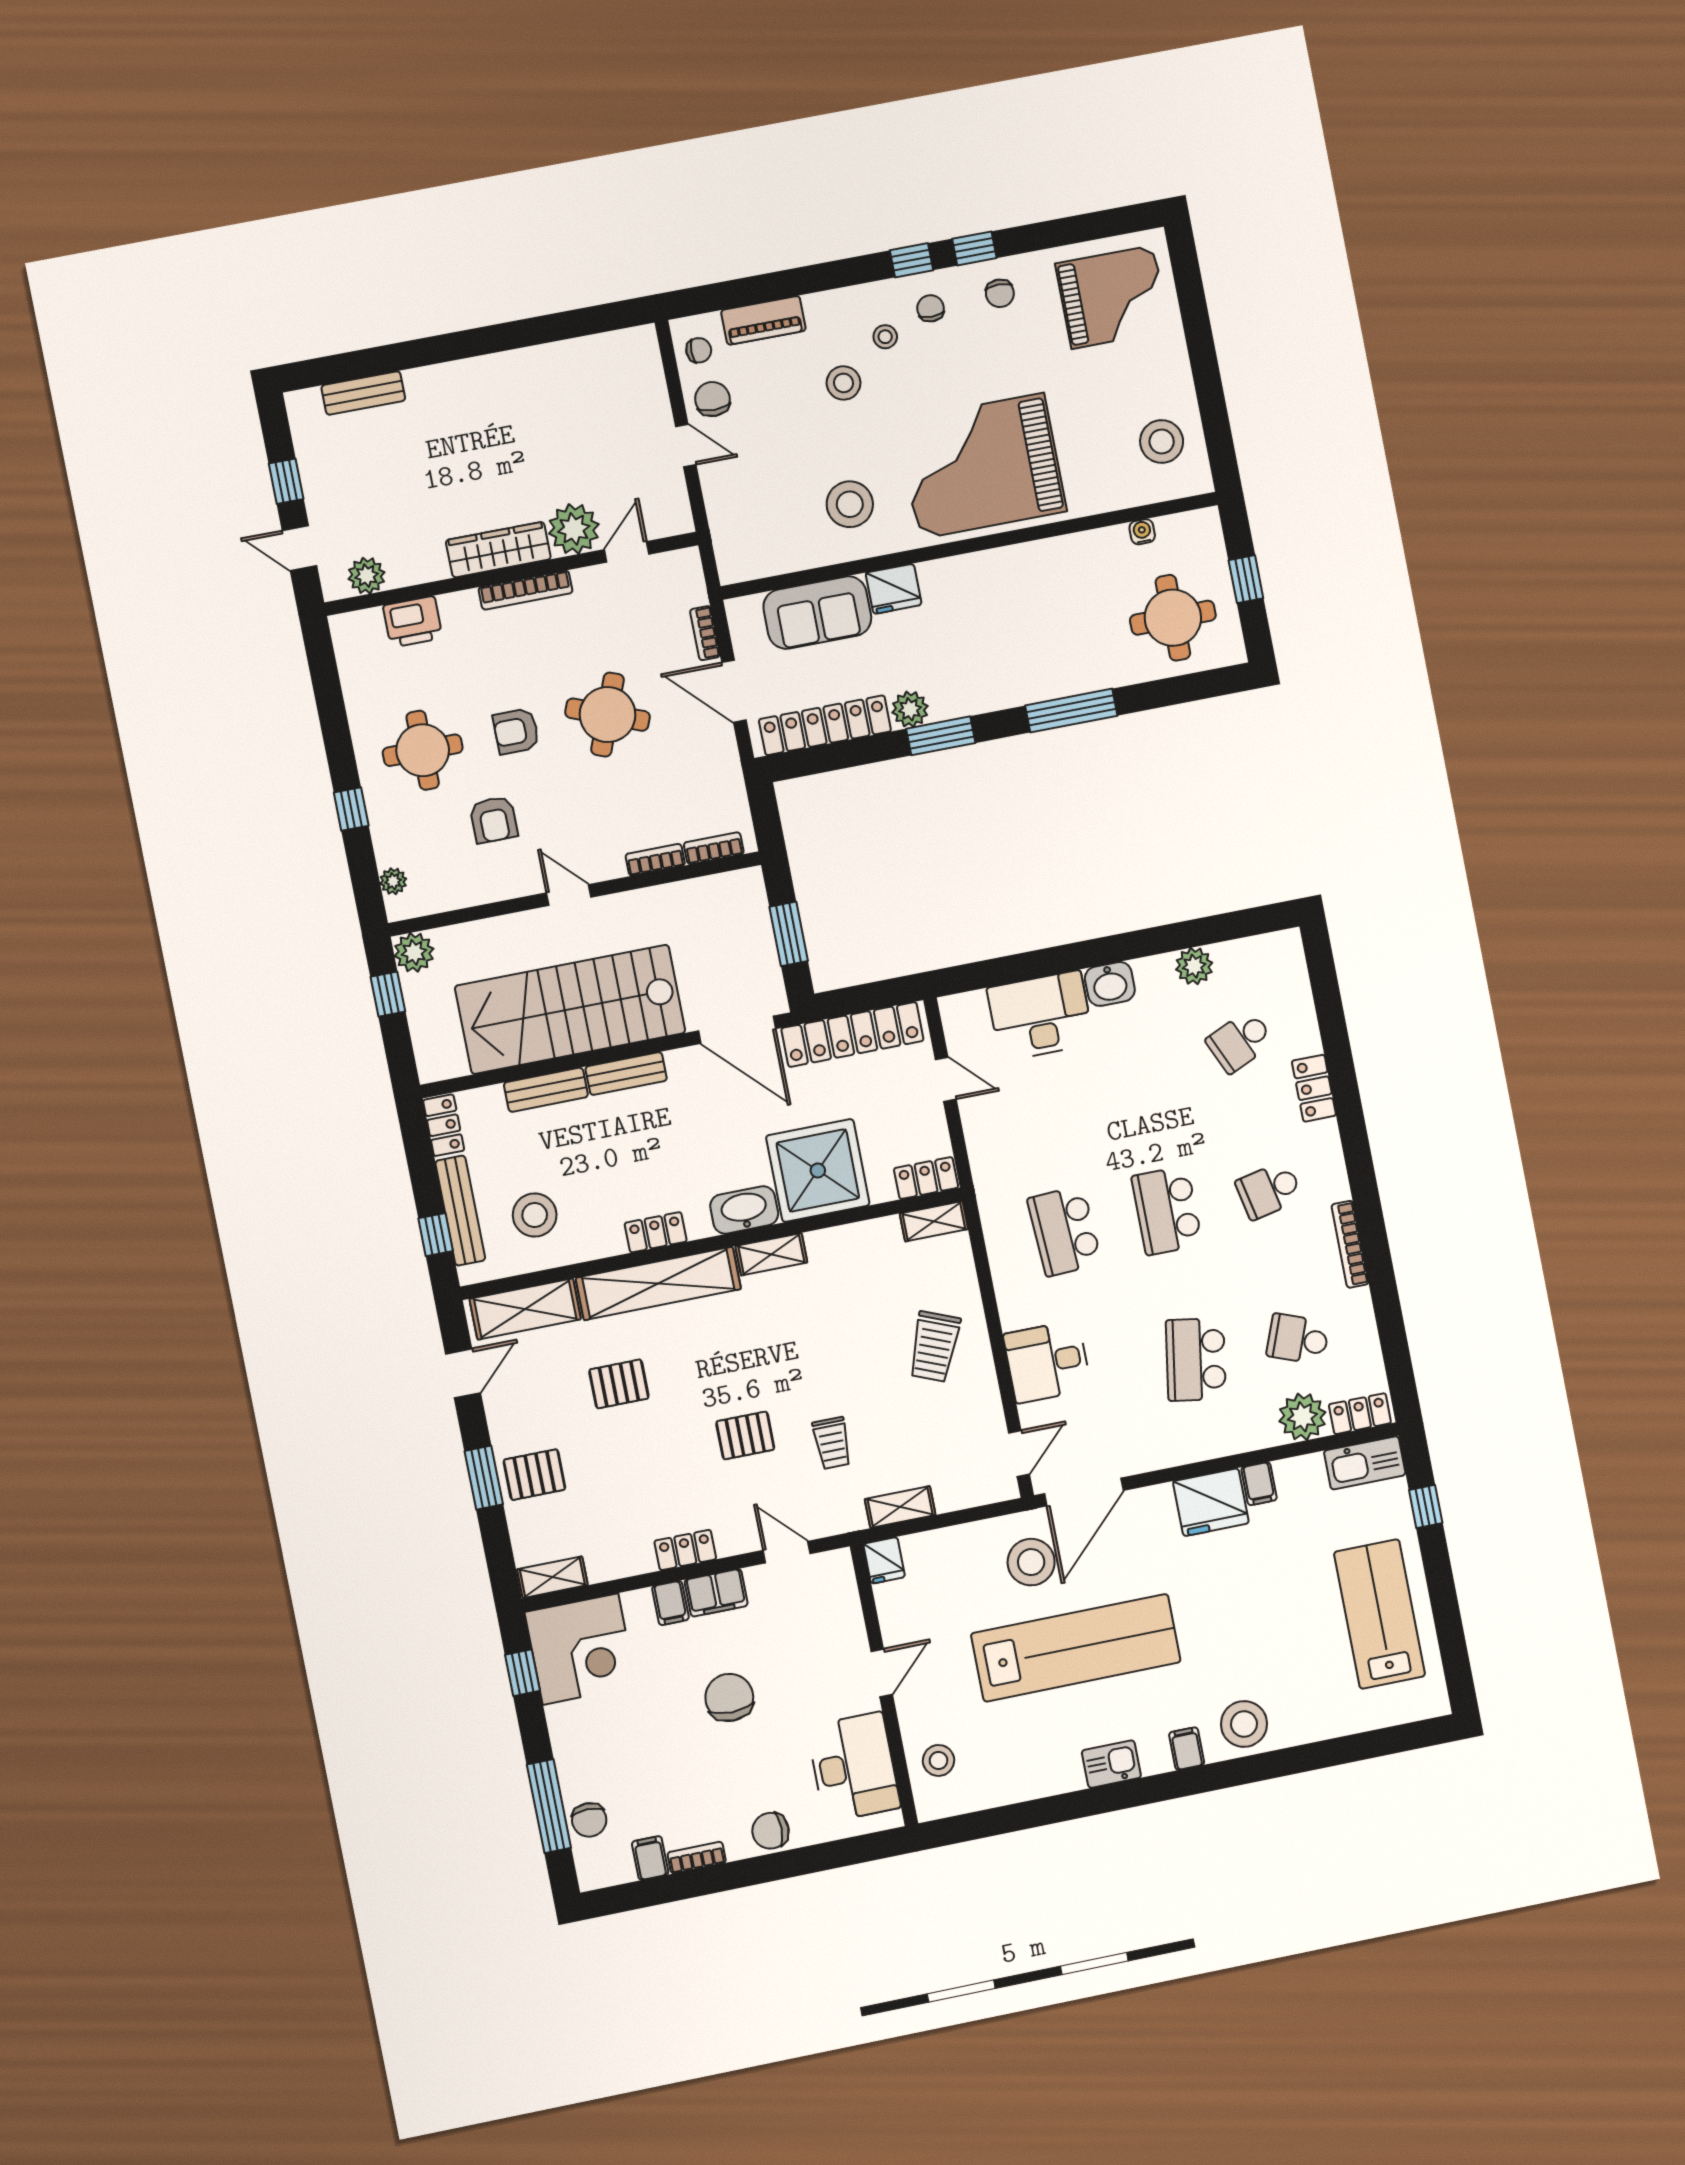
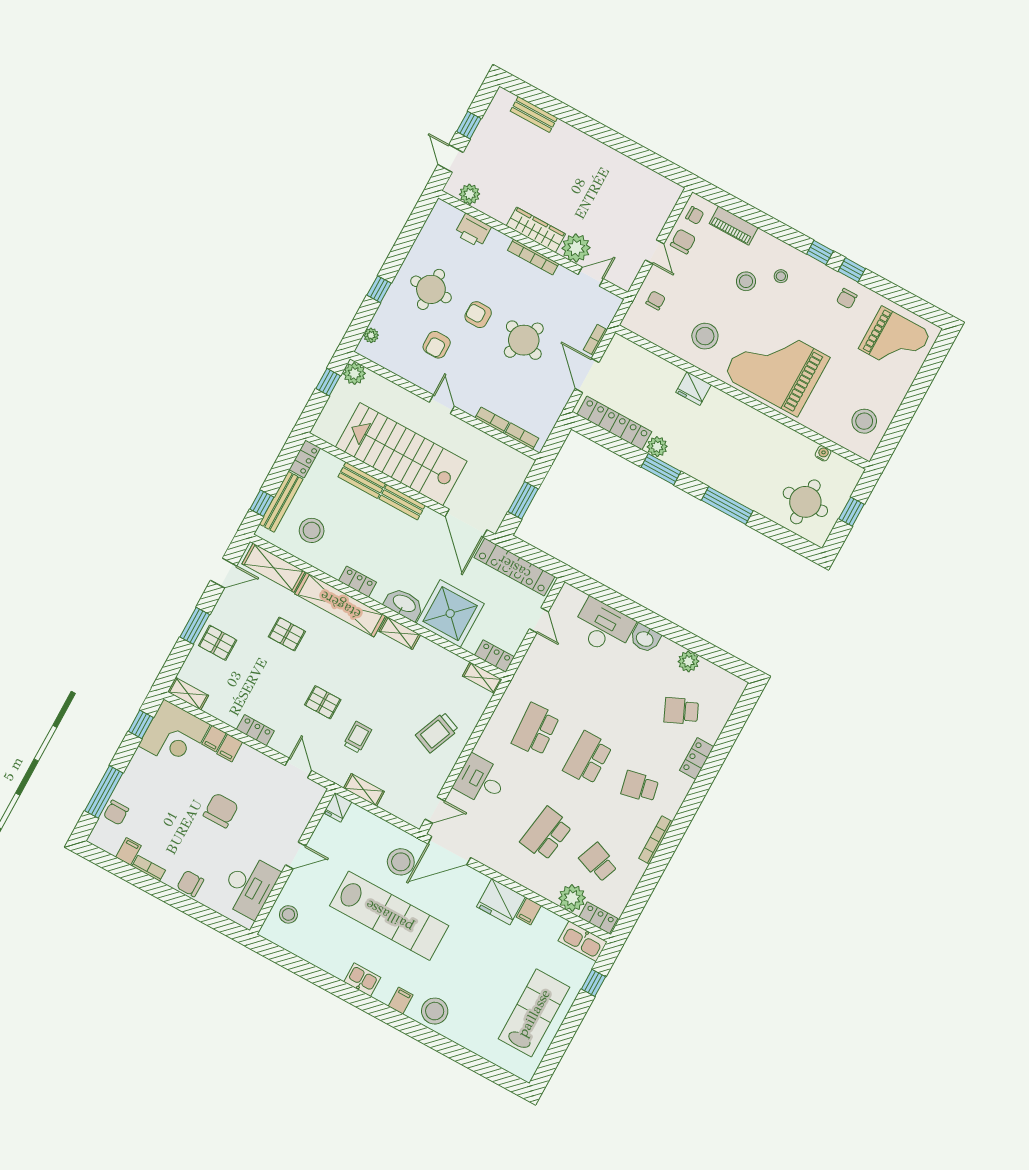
chair: (931, 308) -> (656, 300), moved
sofa: (817, 613) -> (652, 371), removed
trolley: (832, 1443) -> (358, 737), turned 180
filing cabinet: (716, 1593) -> (214, 739), moved, width x0.50

